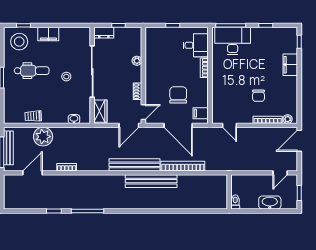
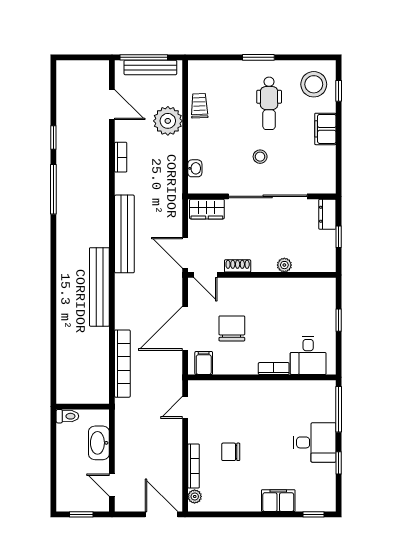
desk: (233, 41) -> (315, 442), moved, width x0.73
chair: (178, 95) -> (232, 328), turned -90
bench: (134, 165) -> (124, 234), moved
bookcase: (183, 166) -> (122, 364), moved
washbasin: (270, 203) -> (99, 443), moved, turned 180

